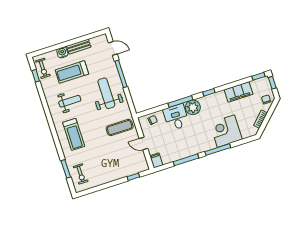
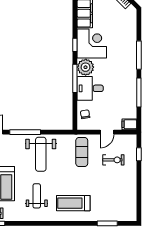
weight bench: (106, 93) -> (41, 154), turned -90
corner desk: (226, 131) -> (92, 43), moved, turned 180
treadmill: (74, 134) -> (73, 203), turned 180
exercise bike: (81, 174) -> (113, 160), moved

